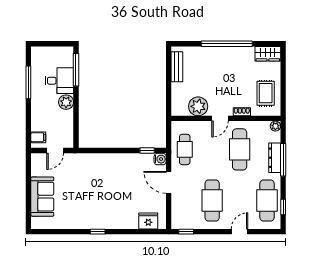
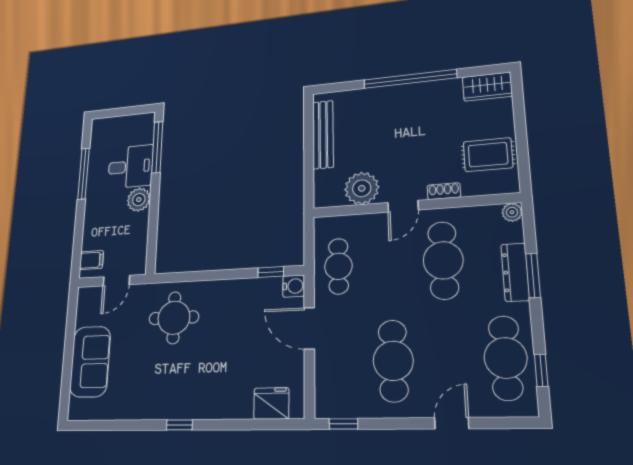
bench: (177, 67) -> (323, 134), width x1.36
rug: (266, 93) -> (488, 155), turned 90
window: (283, 160) -> (533, 275), width x0.69
round table: (92, 174) -> (174, 318), added

